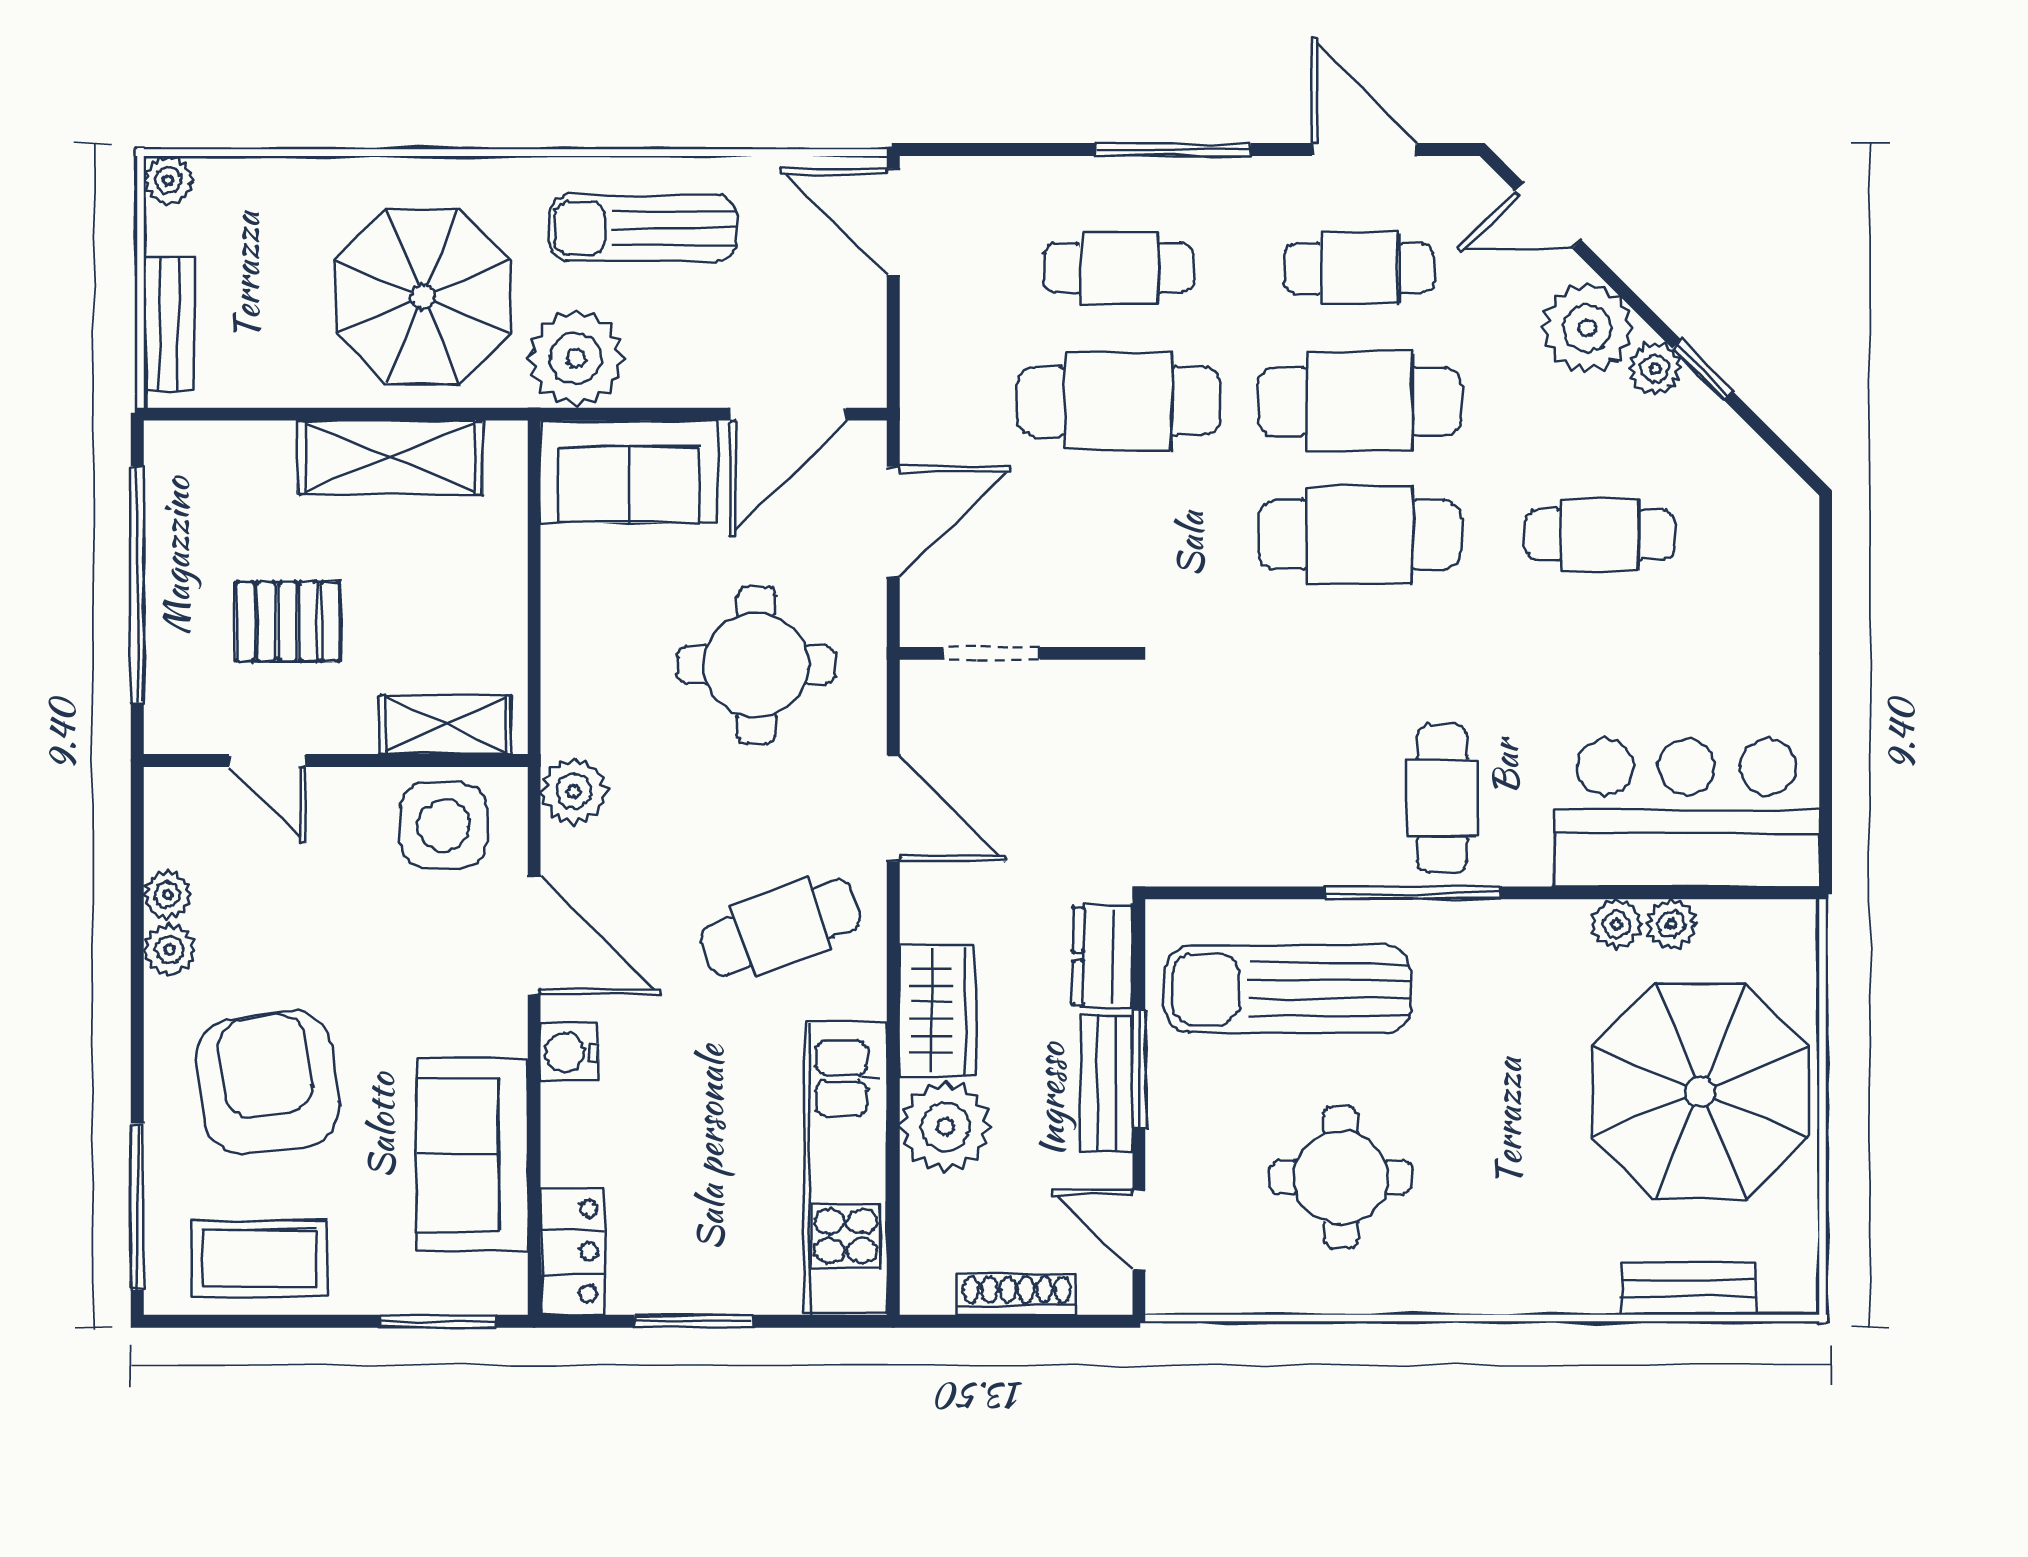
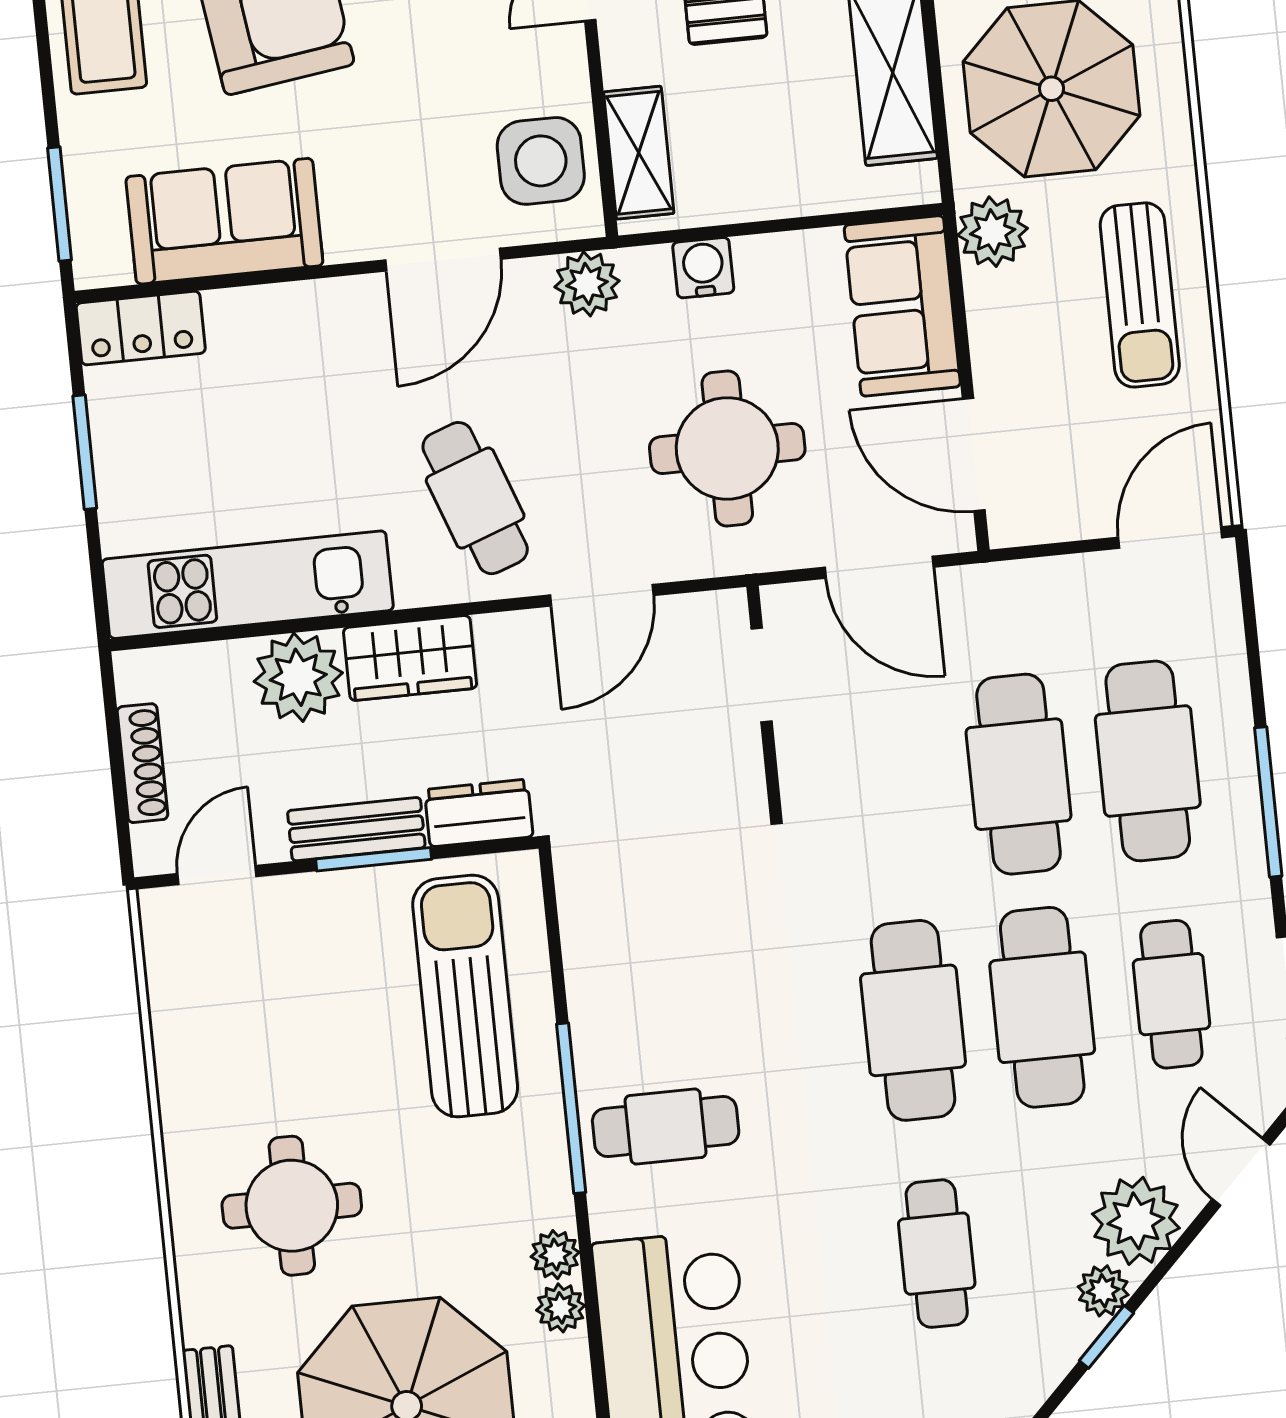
sun lounger: (642, 228) -> (1140, 295), turned 180
cafe table: (1119, 268) -> (1148, 761), width x1.37, depth x1.35
plant: (576, 359) -> (993, 232), width x0.73, depth x0.73
plant: (1671, 924) -> (555, 1255), moved
water cooler: (569, 1052) -> (703, 268), moved
round table: (1341, 1177) -> (292, 1206), moved

